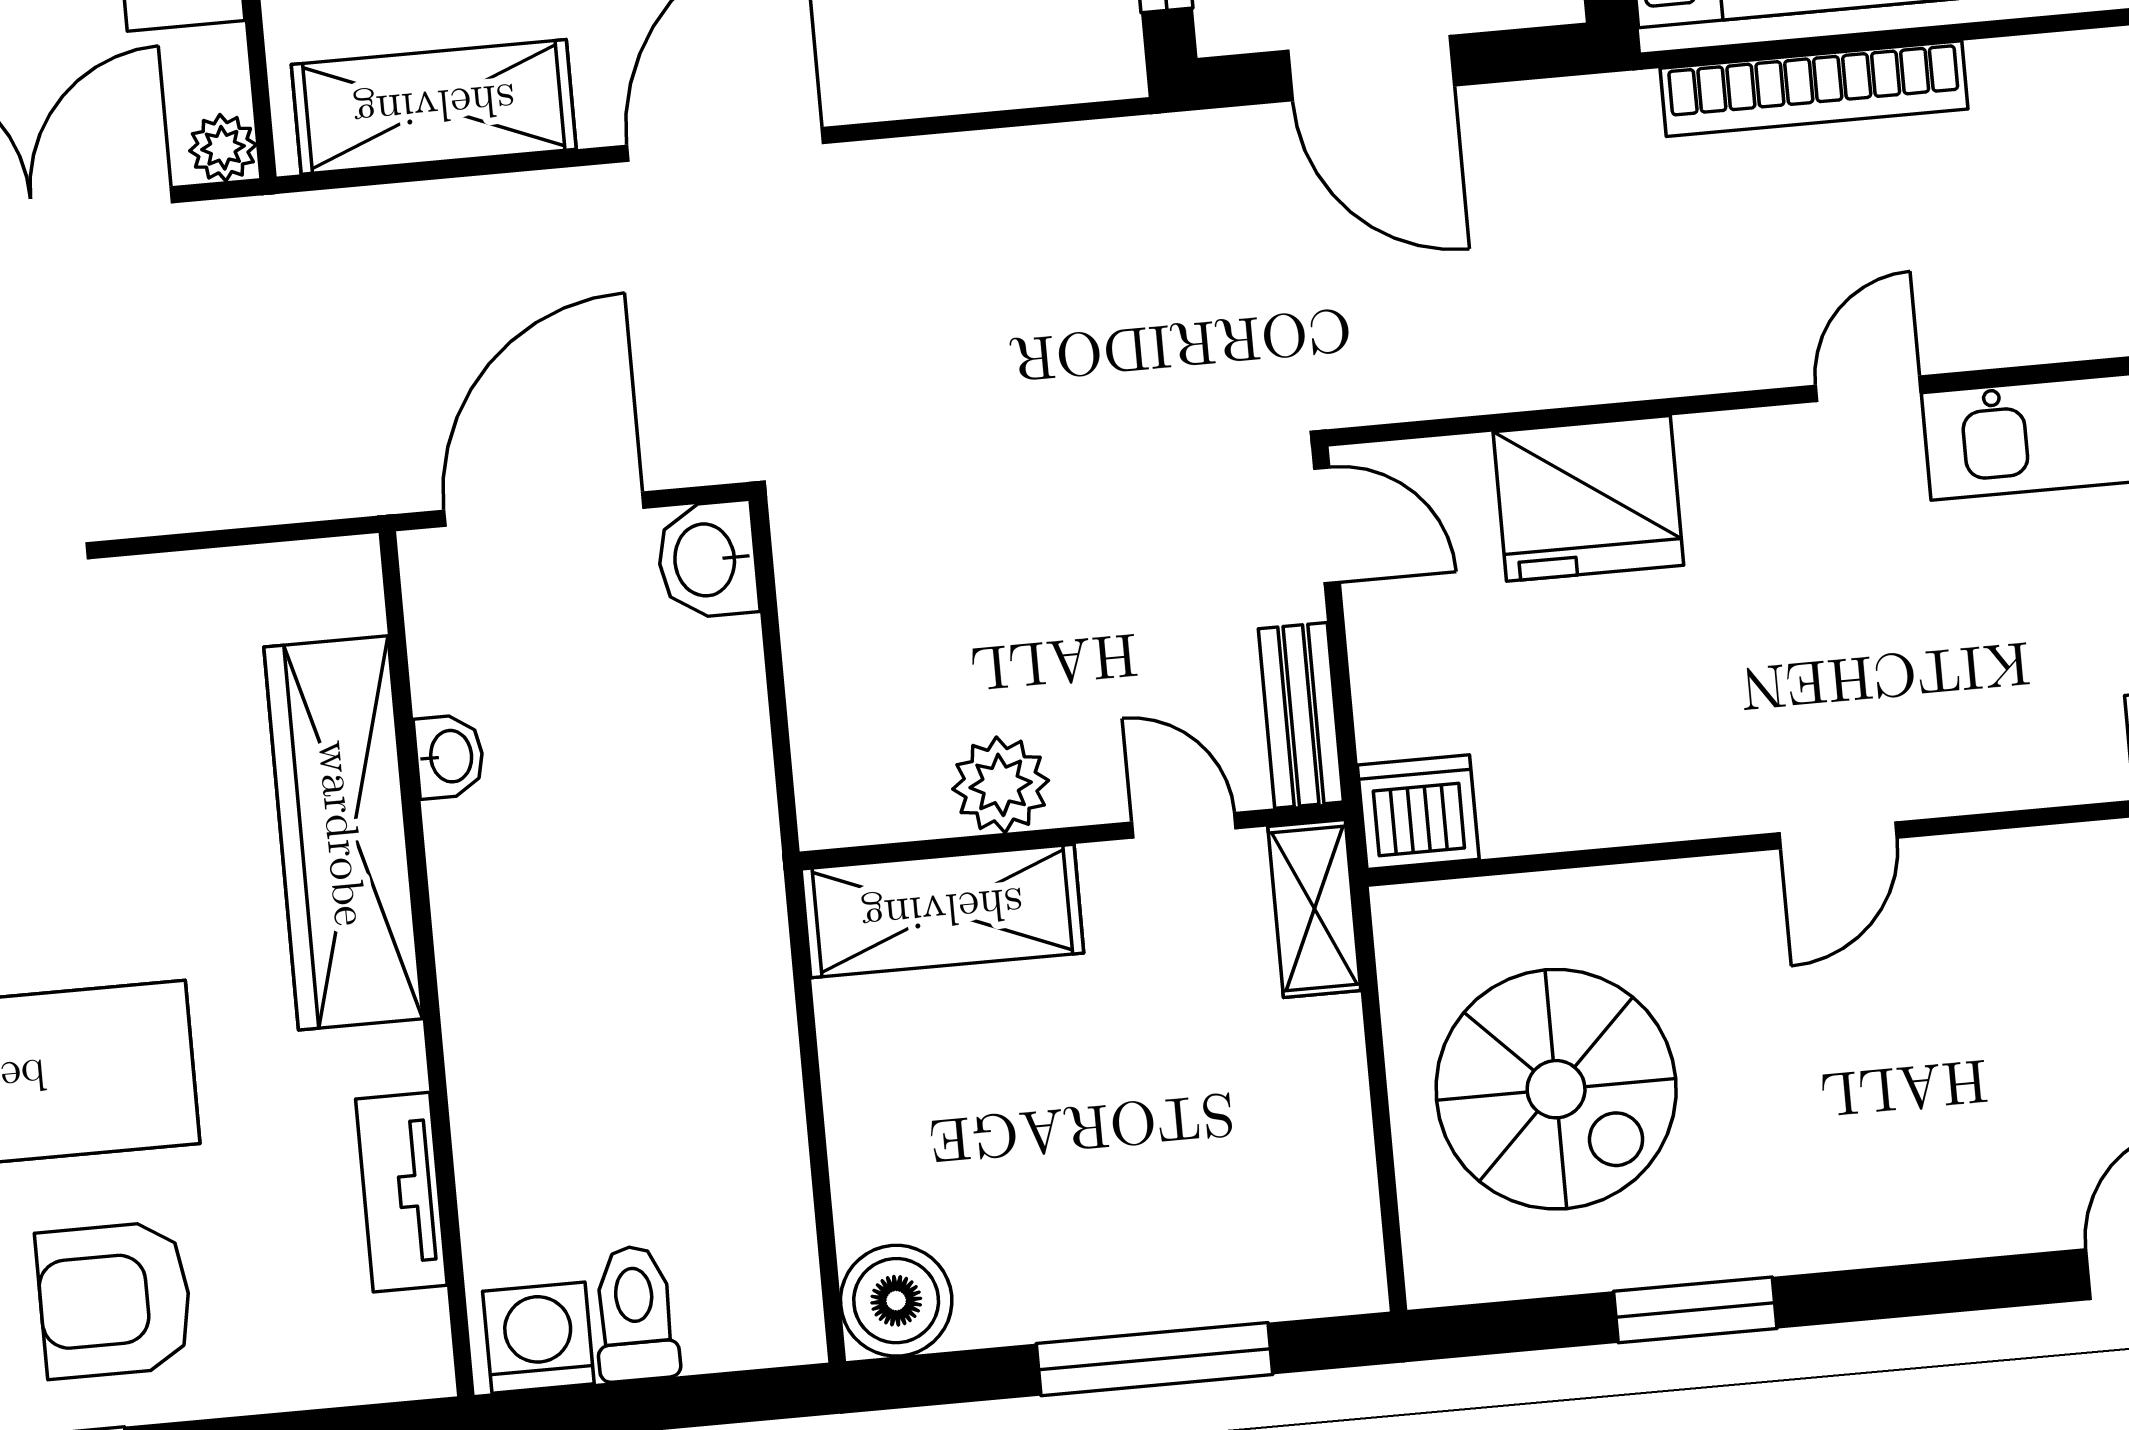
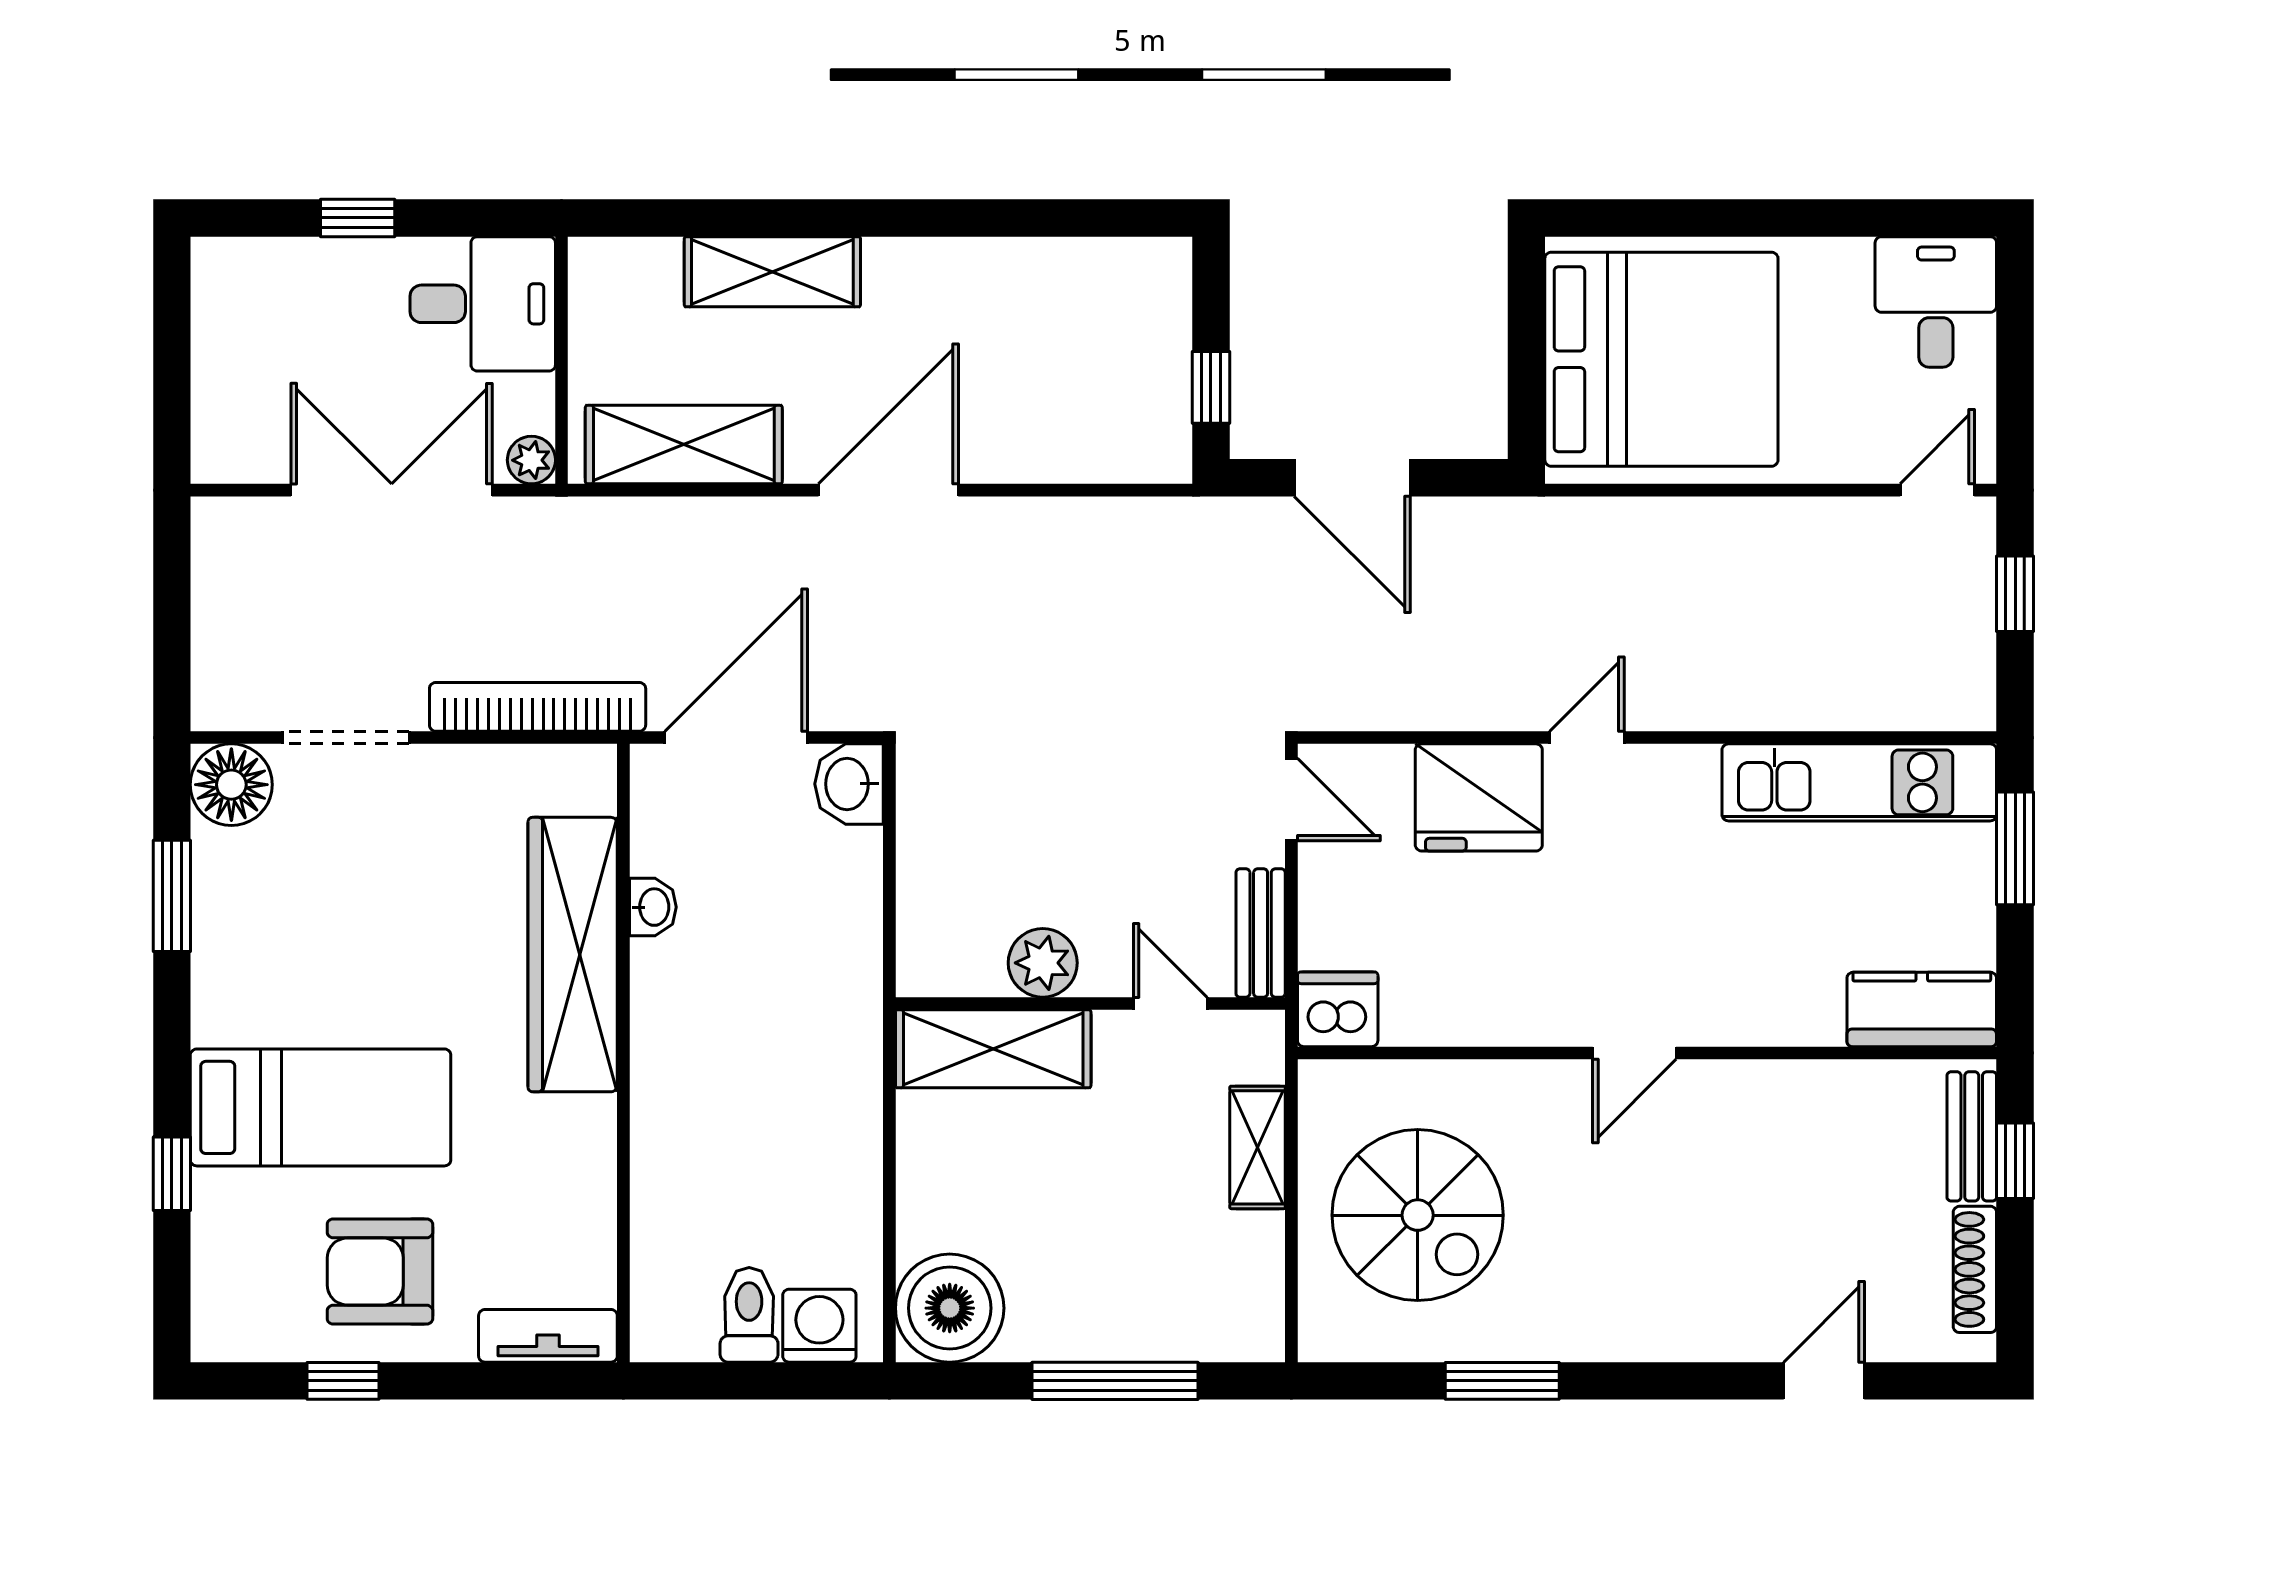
bookcase: (1814, 89) -> (538, 707), moved, turned 180
door: (1868, 389) -> (1587, 738), moved
shelving: (1314, 909) -> (1258, 1147), moved
tv unit: (401, 1192) -> (548, 1336), moved, turned 90
boiler: (896, 1301) -> (950, 1308), width x1.37, depth x1.37
washing machine: (538, 1338) -> (819, 1326), moved

